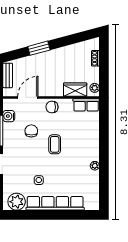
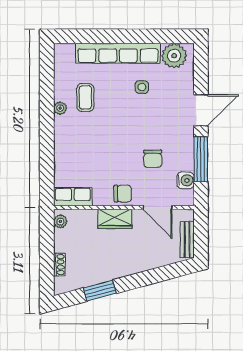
window: (39, 48) -> (100, 291), moved
wardrobe: (75, 90) -> (115, 219), moved
door: (28, 97) -> (158, 207), hinge flipped
coffee table: (55, 144) -> (85, 97), moved

